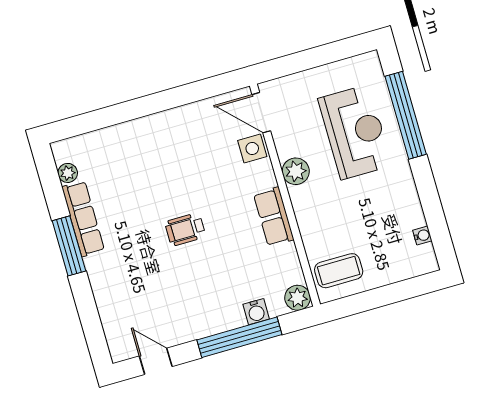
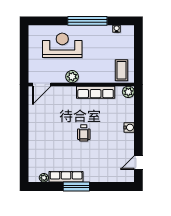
window: (406, 115) -> (87, 21), moved
side table: (252, 149) -> (56, 93), removed
row of seats: (274, 217) -> (96, 92), width x1.48
water cooler: (256, 312) -> (129, 127), moved
window: (239, 337) -> (138, 123), removed

